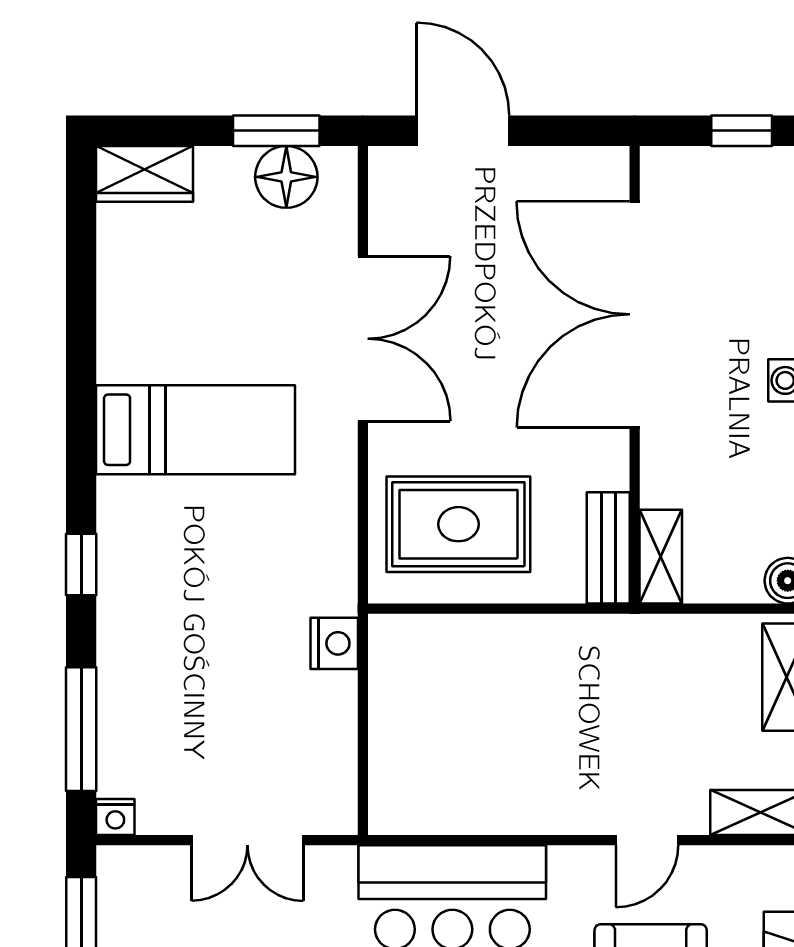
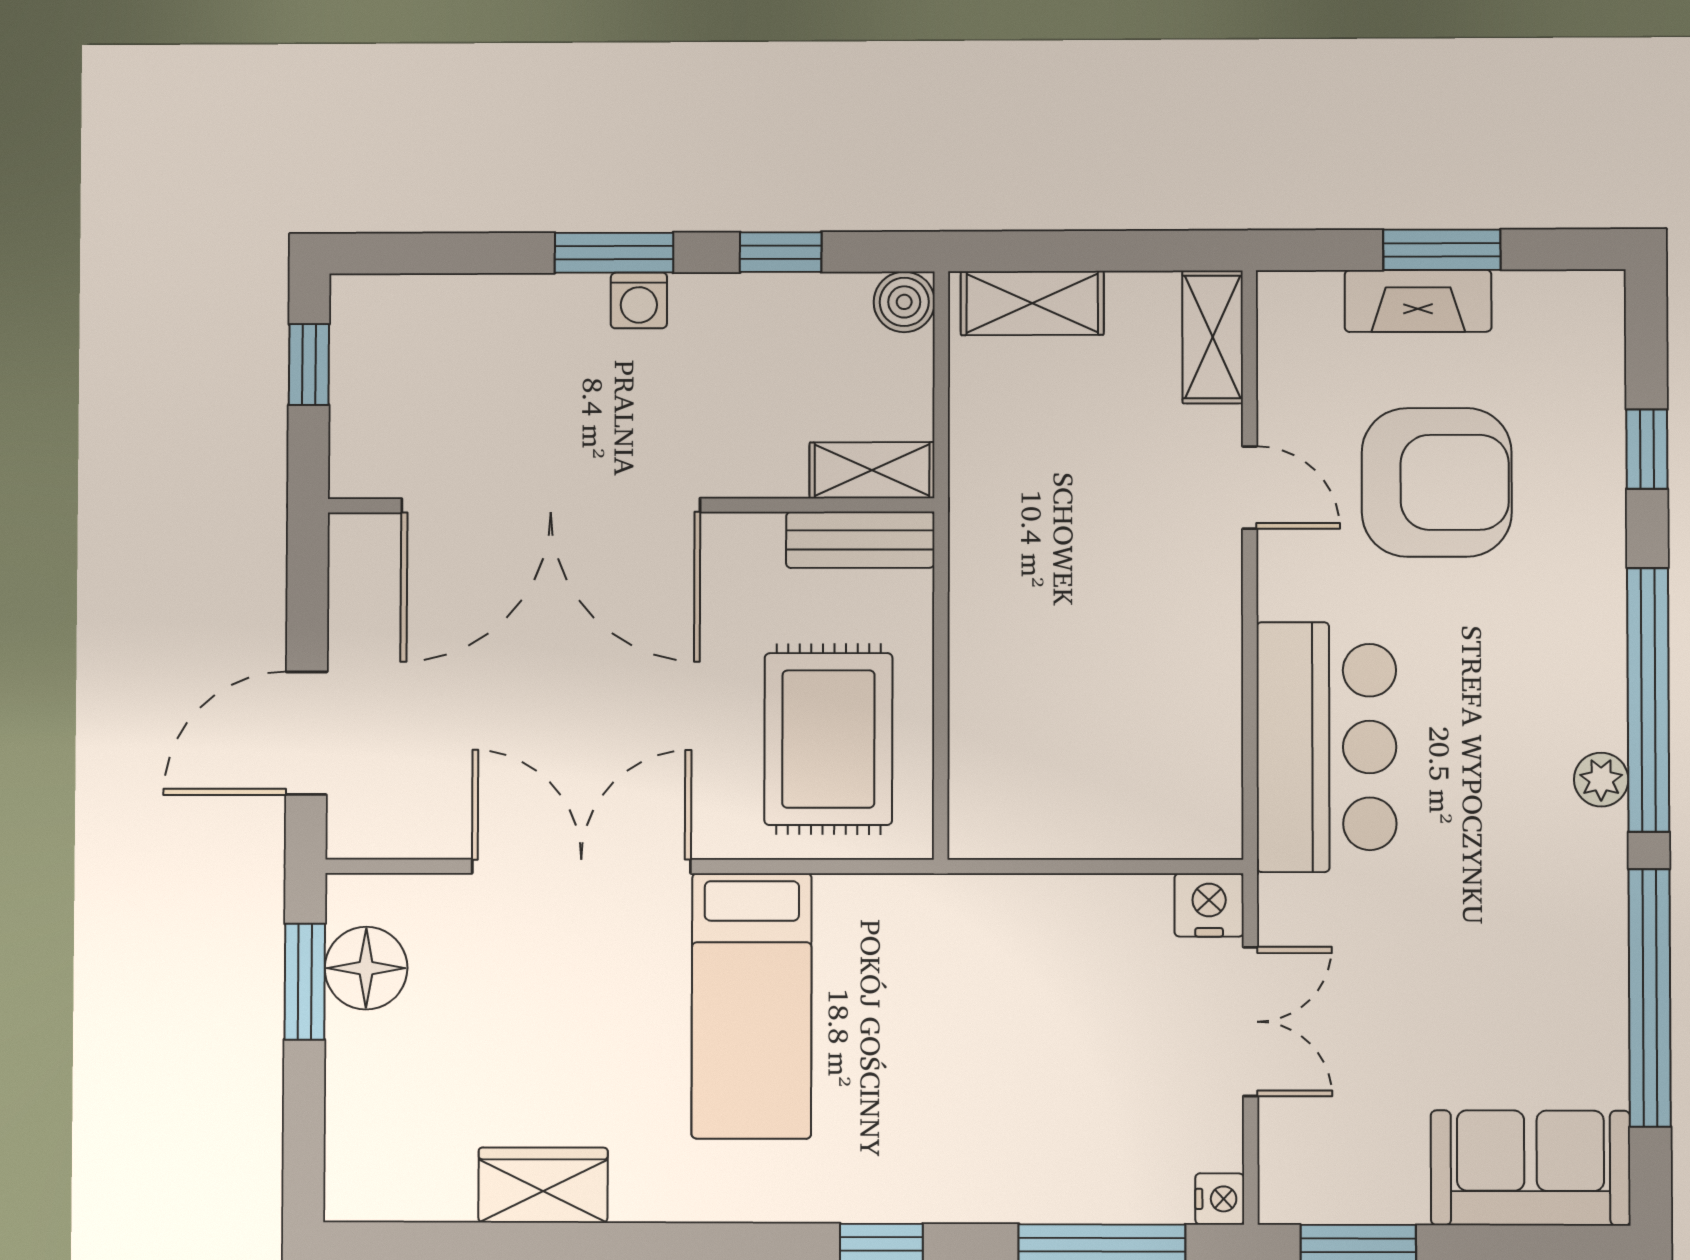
wardrobe: (145, 174) -> (543, 1185), moved, turned -90
bed: (195, 430) -> (752, 1006), moved, turned 180
nightstand: (334, 643) -> (1209, 905), moved

